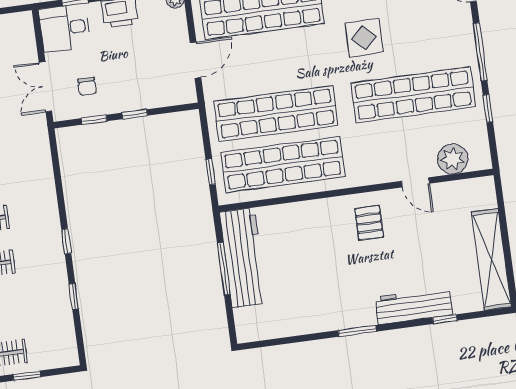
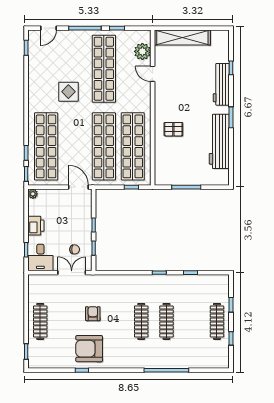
door: (196, 60) -> (78, 187), moved
double door: (45, 87) -> (72, 273), swing flipped
door: (415, 182) -> (153, 74), swing flipped
pallet: (369, 223) -> (173, 129), moved
workbench: (243, 258) -> (219, 141), moved, turned -90
shelving: (491, 259) -> (182, 37), moved

